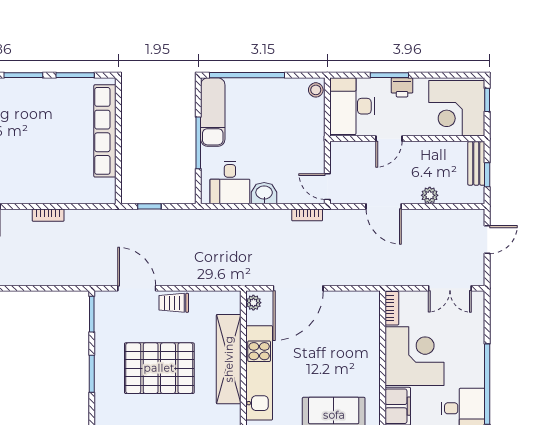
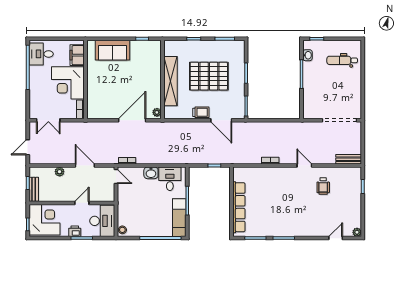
double door: (450, 288) -> (48, 120), swing flipped
kitchen unit: (259, 373) -> (154, 74), removed

